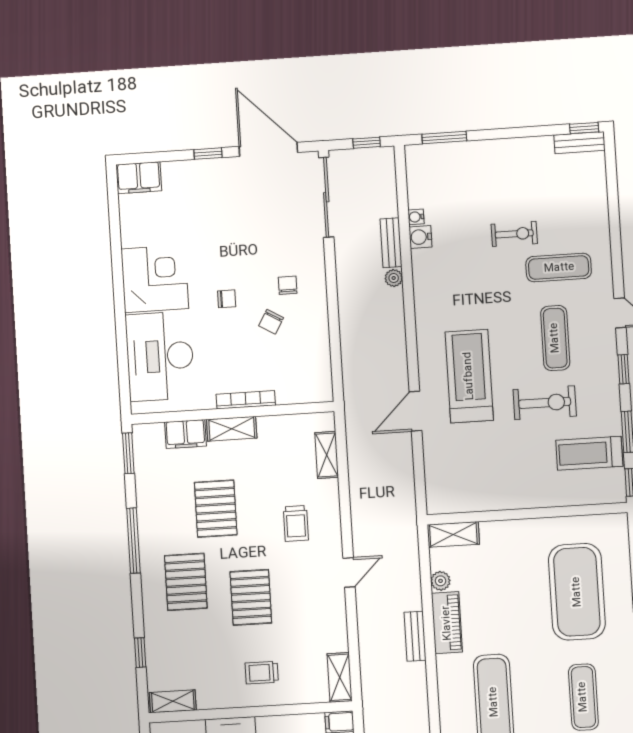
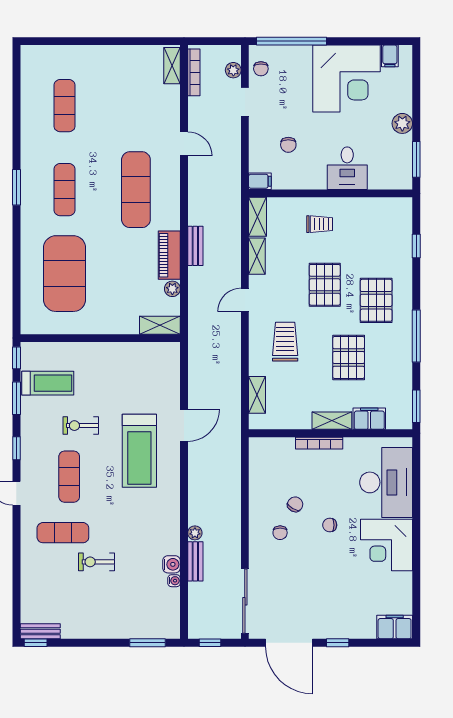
exercise bike: (545, 403) -> (81, 426), width x0.73, depth x0.72
trolley: (296, 523) -> (285, 342), width x1.36, depth x1.39
shelving: (173, 701) -> (257, 256), moved, turned 90

